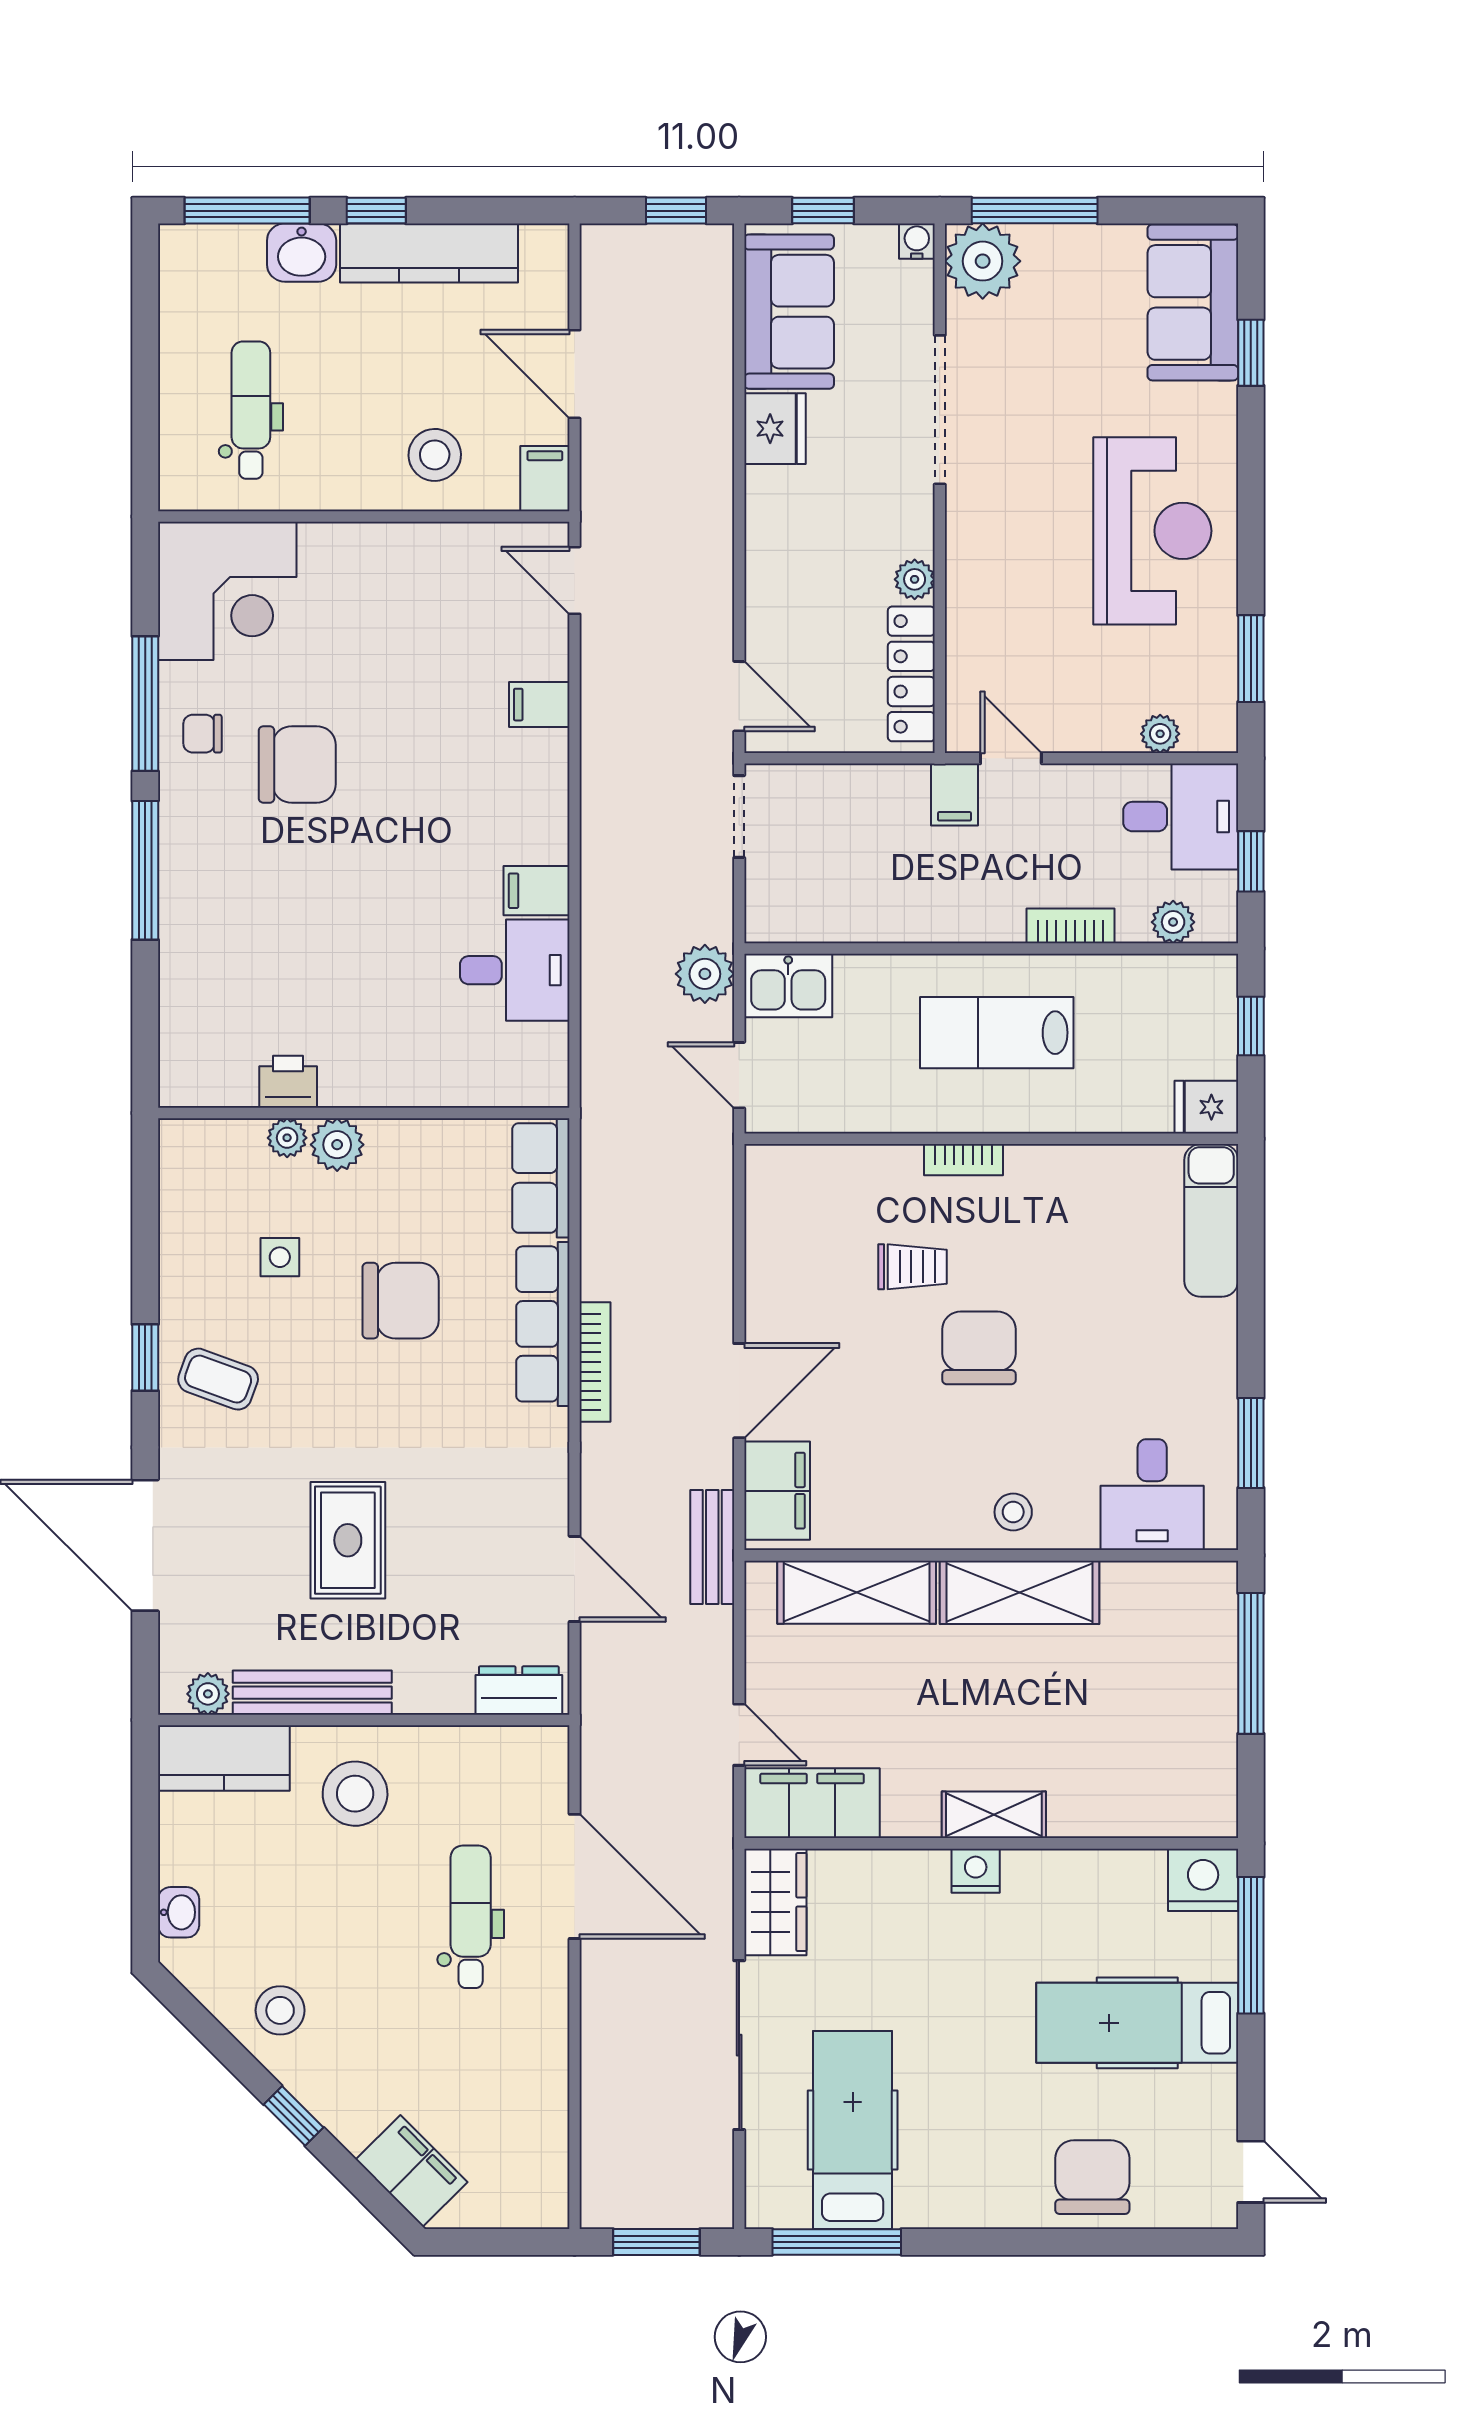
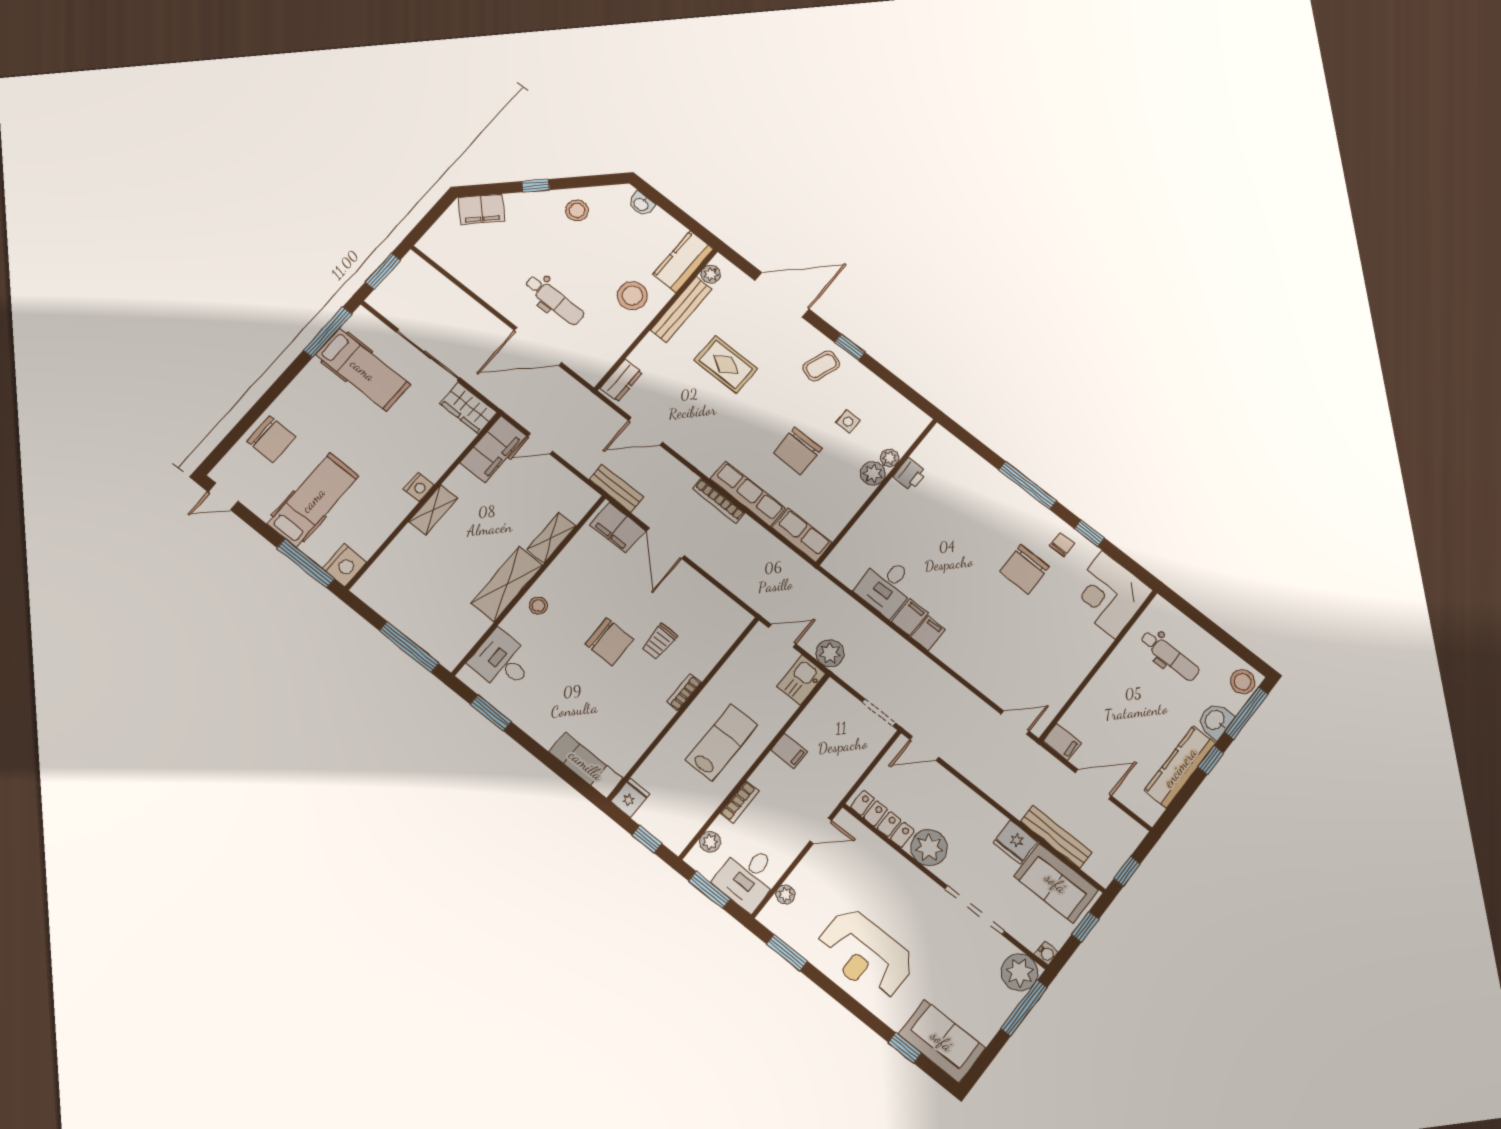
bench: (712, 369) -> (1056, 837), added
stool: (435, 455) -> (1243, 682), moved
plant: (915, 579) -> (929, 848), width x1.87, depth x1.87
window: (145, 704) -> (1089, 533), width x0.46
filing cabinet: (539, 705) -> (928, 633), moved
filing cabinet: (954, 795) -> (789, 751), moved, turned 180
window: (1251, 861) -> (709, 890), width x1.50
shelving: (857, 1592) -> (551, 538), width x0.67, depth x0.75

